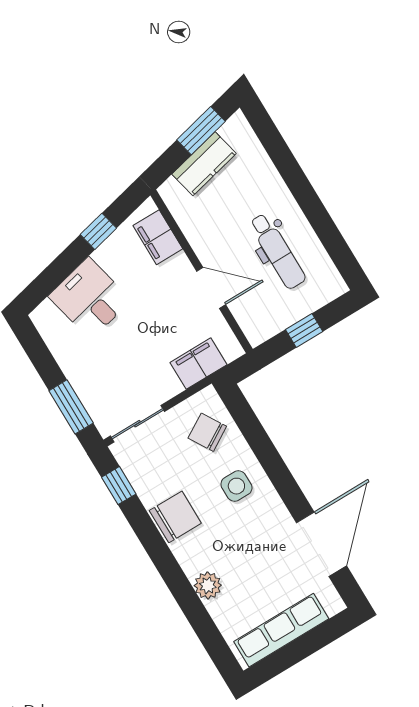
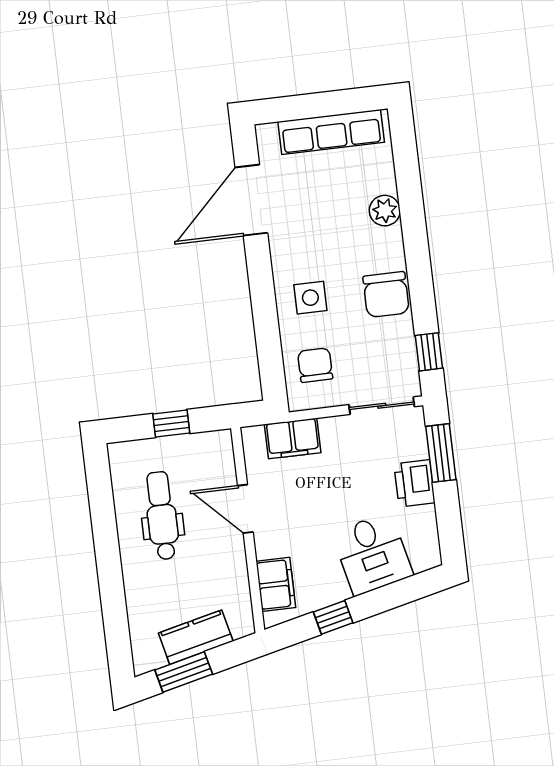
printer: (81, 372) -> (414, 483), added
chair: (207, 432) -> (315, 365), turned -149
chair: (175, 517) -> (386, 294), turned -90

